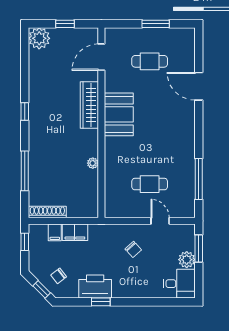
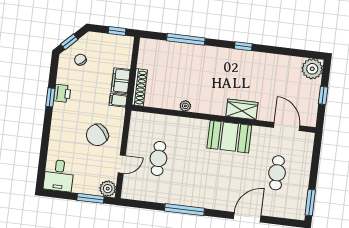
window: (156, 24) -> (310, 202), moved
wardrobe: (89, 105) -> (242, 109), width x0.67
window: (199, 179) -> (184, 210), moved
shoe rack: (47, 212) -> (140, 87), moved
filing cabinet: (55, 232) -> (118, 100), moved
chair: (133, 249) -> (97, 135), width x1.87, depth x1.87
plant: (187, 260) -> (108, 189), moved
printer: (95, 286) -> (62, 93), width x0.53, depth x0.68

